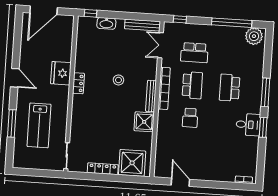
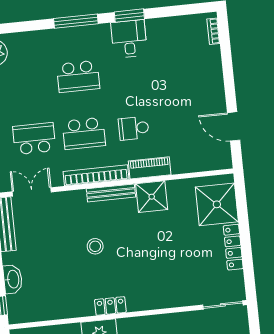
double door: (160, 45) -> (32, 192), swing flipped
school desk: (194, 53) -> (34, 139), turned -90
school desk: (192, 85) -> (84, 133), turned 180
school desk: (190, 118) -> (134, 128), turned 180
piano: (163, 124) -> (150, 168), added
door: (180, 182) -> (234, 126), hinge flipped

